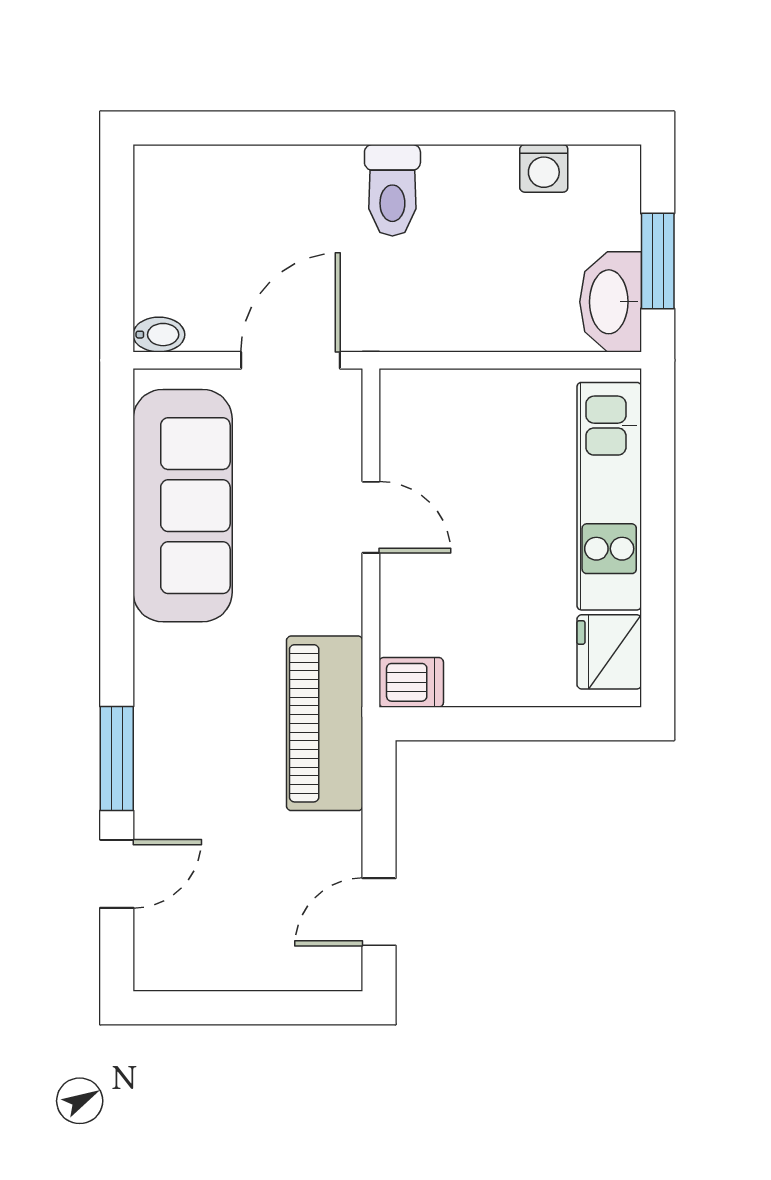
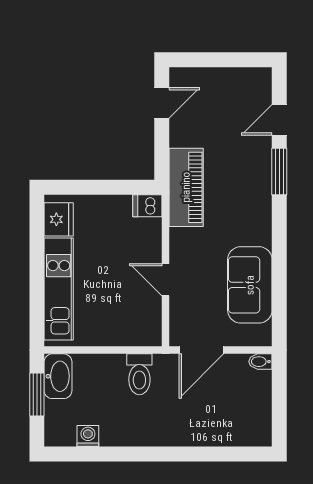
toilet: (392, 190) -> (139, 374), moved, turned 180
sofa: (183, 506) -> (250, 285), width x0.73

